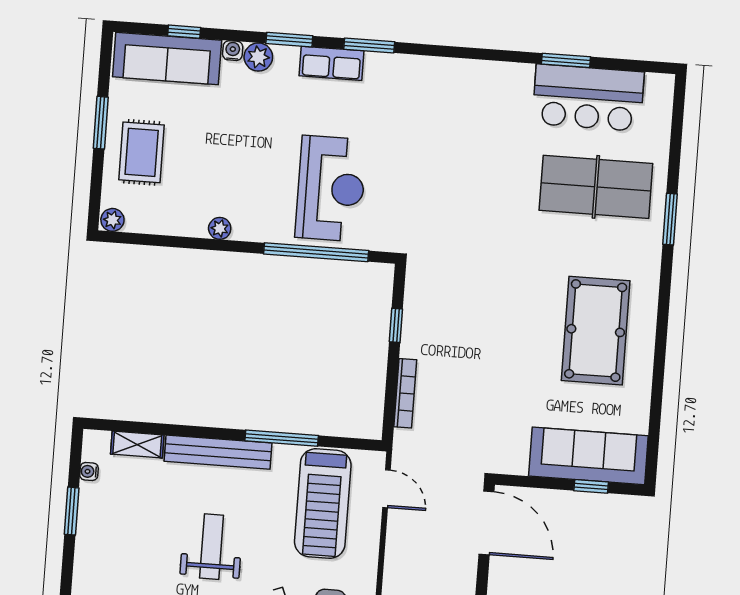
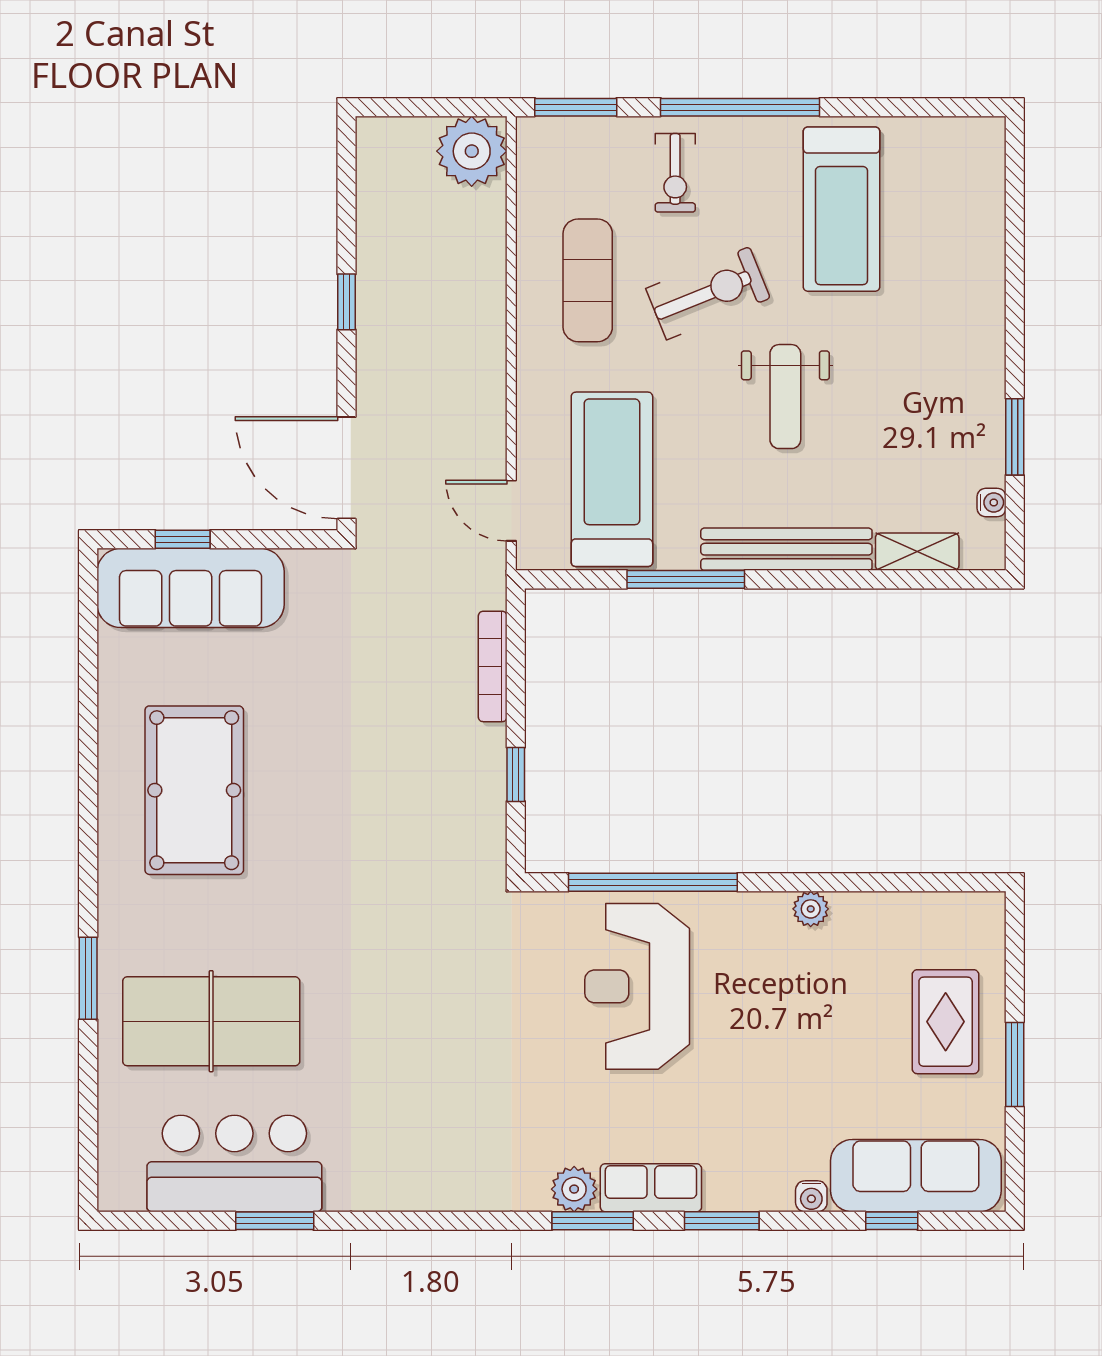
plant: (258, 57) -> (574, 1189), moved
plant: (112, 220) -> (984, 910), removed

